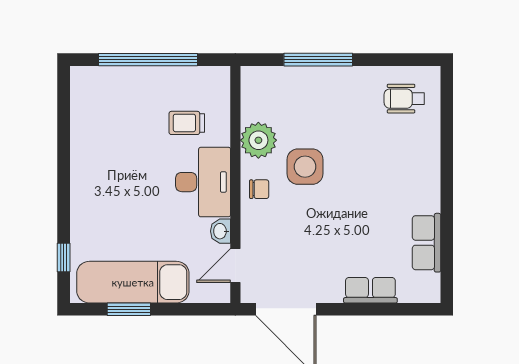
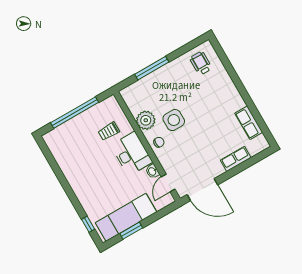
wheelchair: (404, 99) -> (201, 63), turned 90

